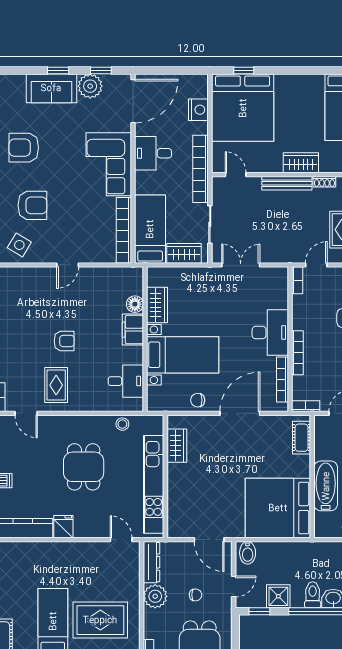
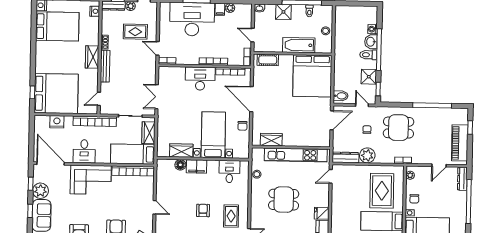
rug: (56, 385) -> (231, 216), turned 90

